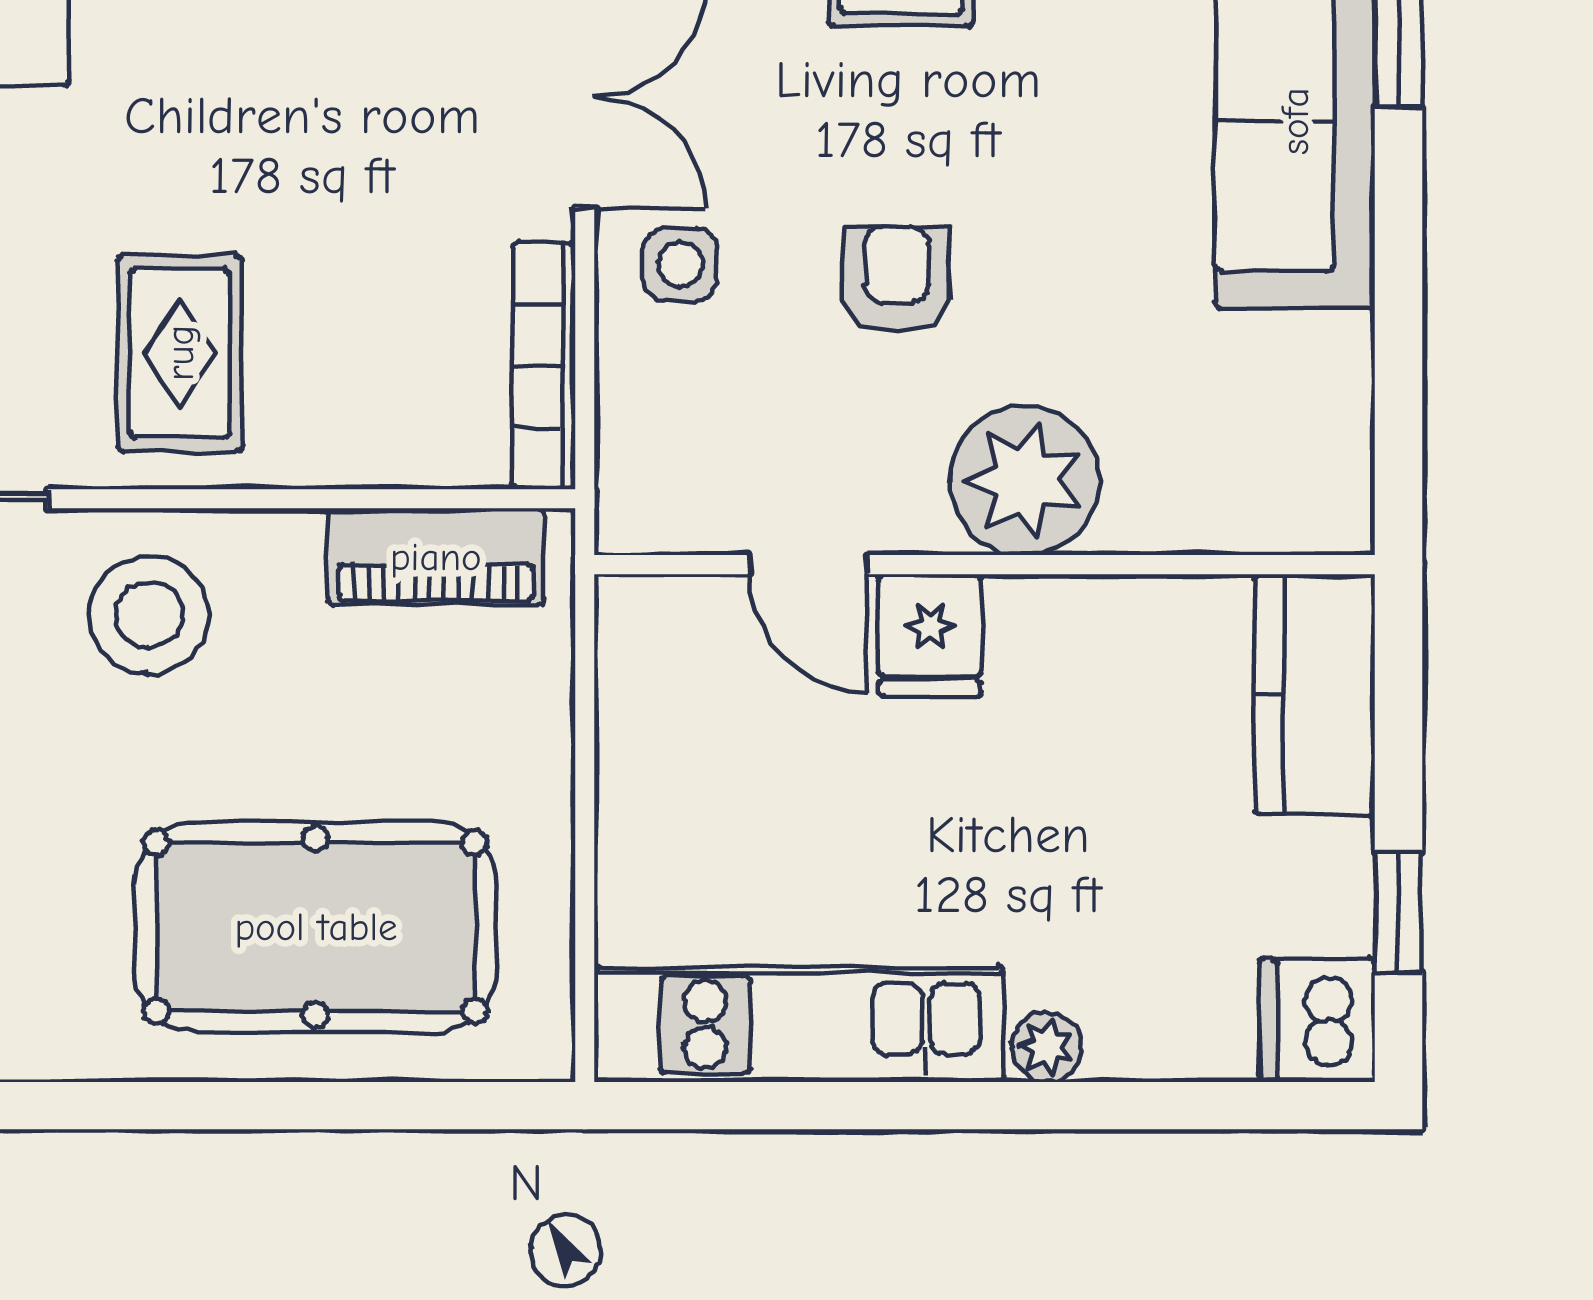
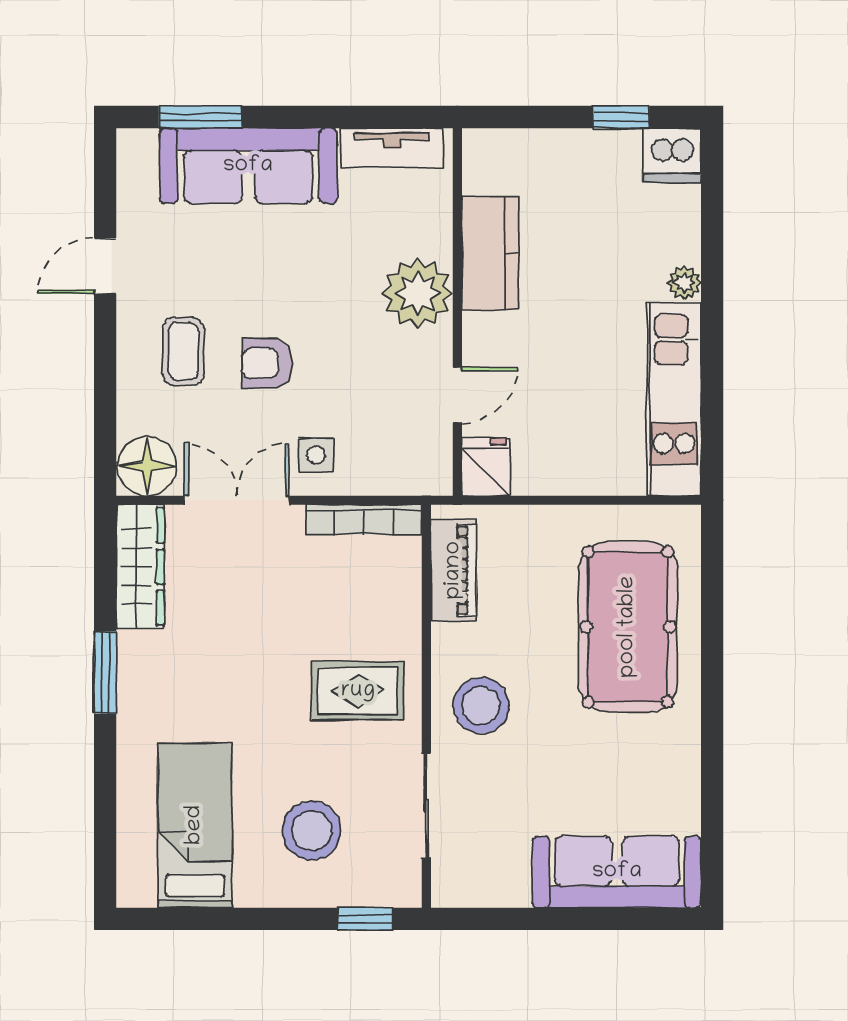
armchair: (897, 280) -> (267, 363), moved
tv unit: (1333, 426) -> (392, 148), added
fridge: (930, 635) -> (486, 467), moved, turned -90
kitchen counter: (1315, 695) -> (490, 253), moved, turned -90

